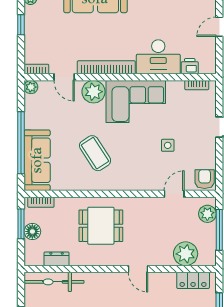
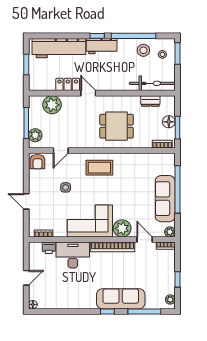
coffee table: (95, 153) -> (99, 168), moved, turned -57
sofa: (37, 160) -> (165, 199), moved
locker: (193, 280) -> (68, 84), moved

